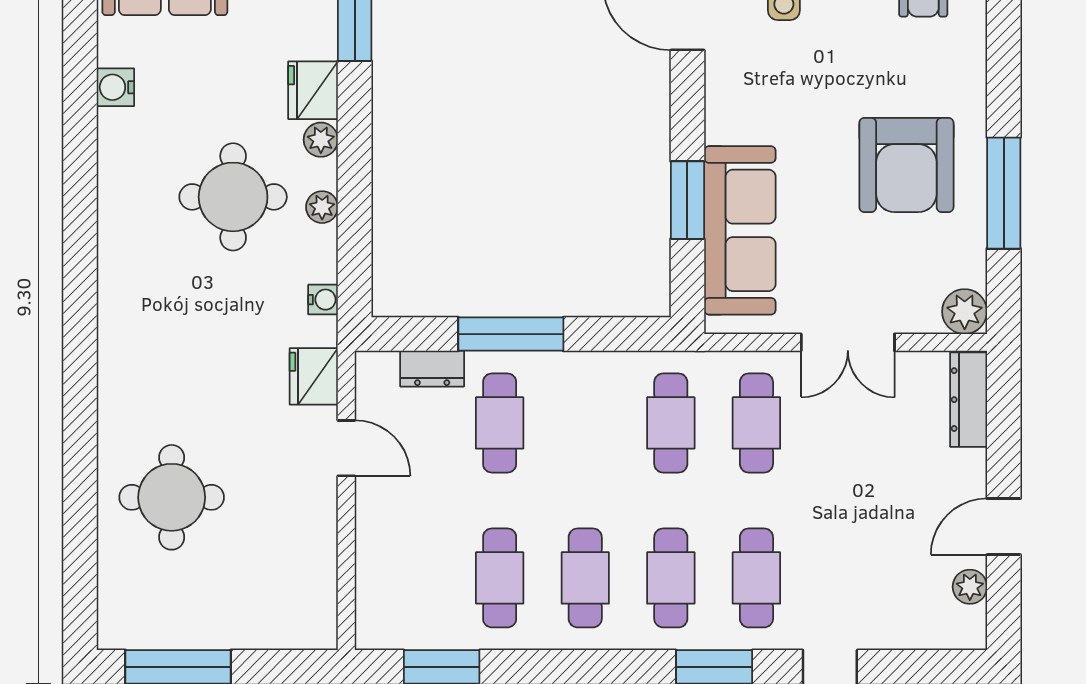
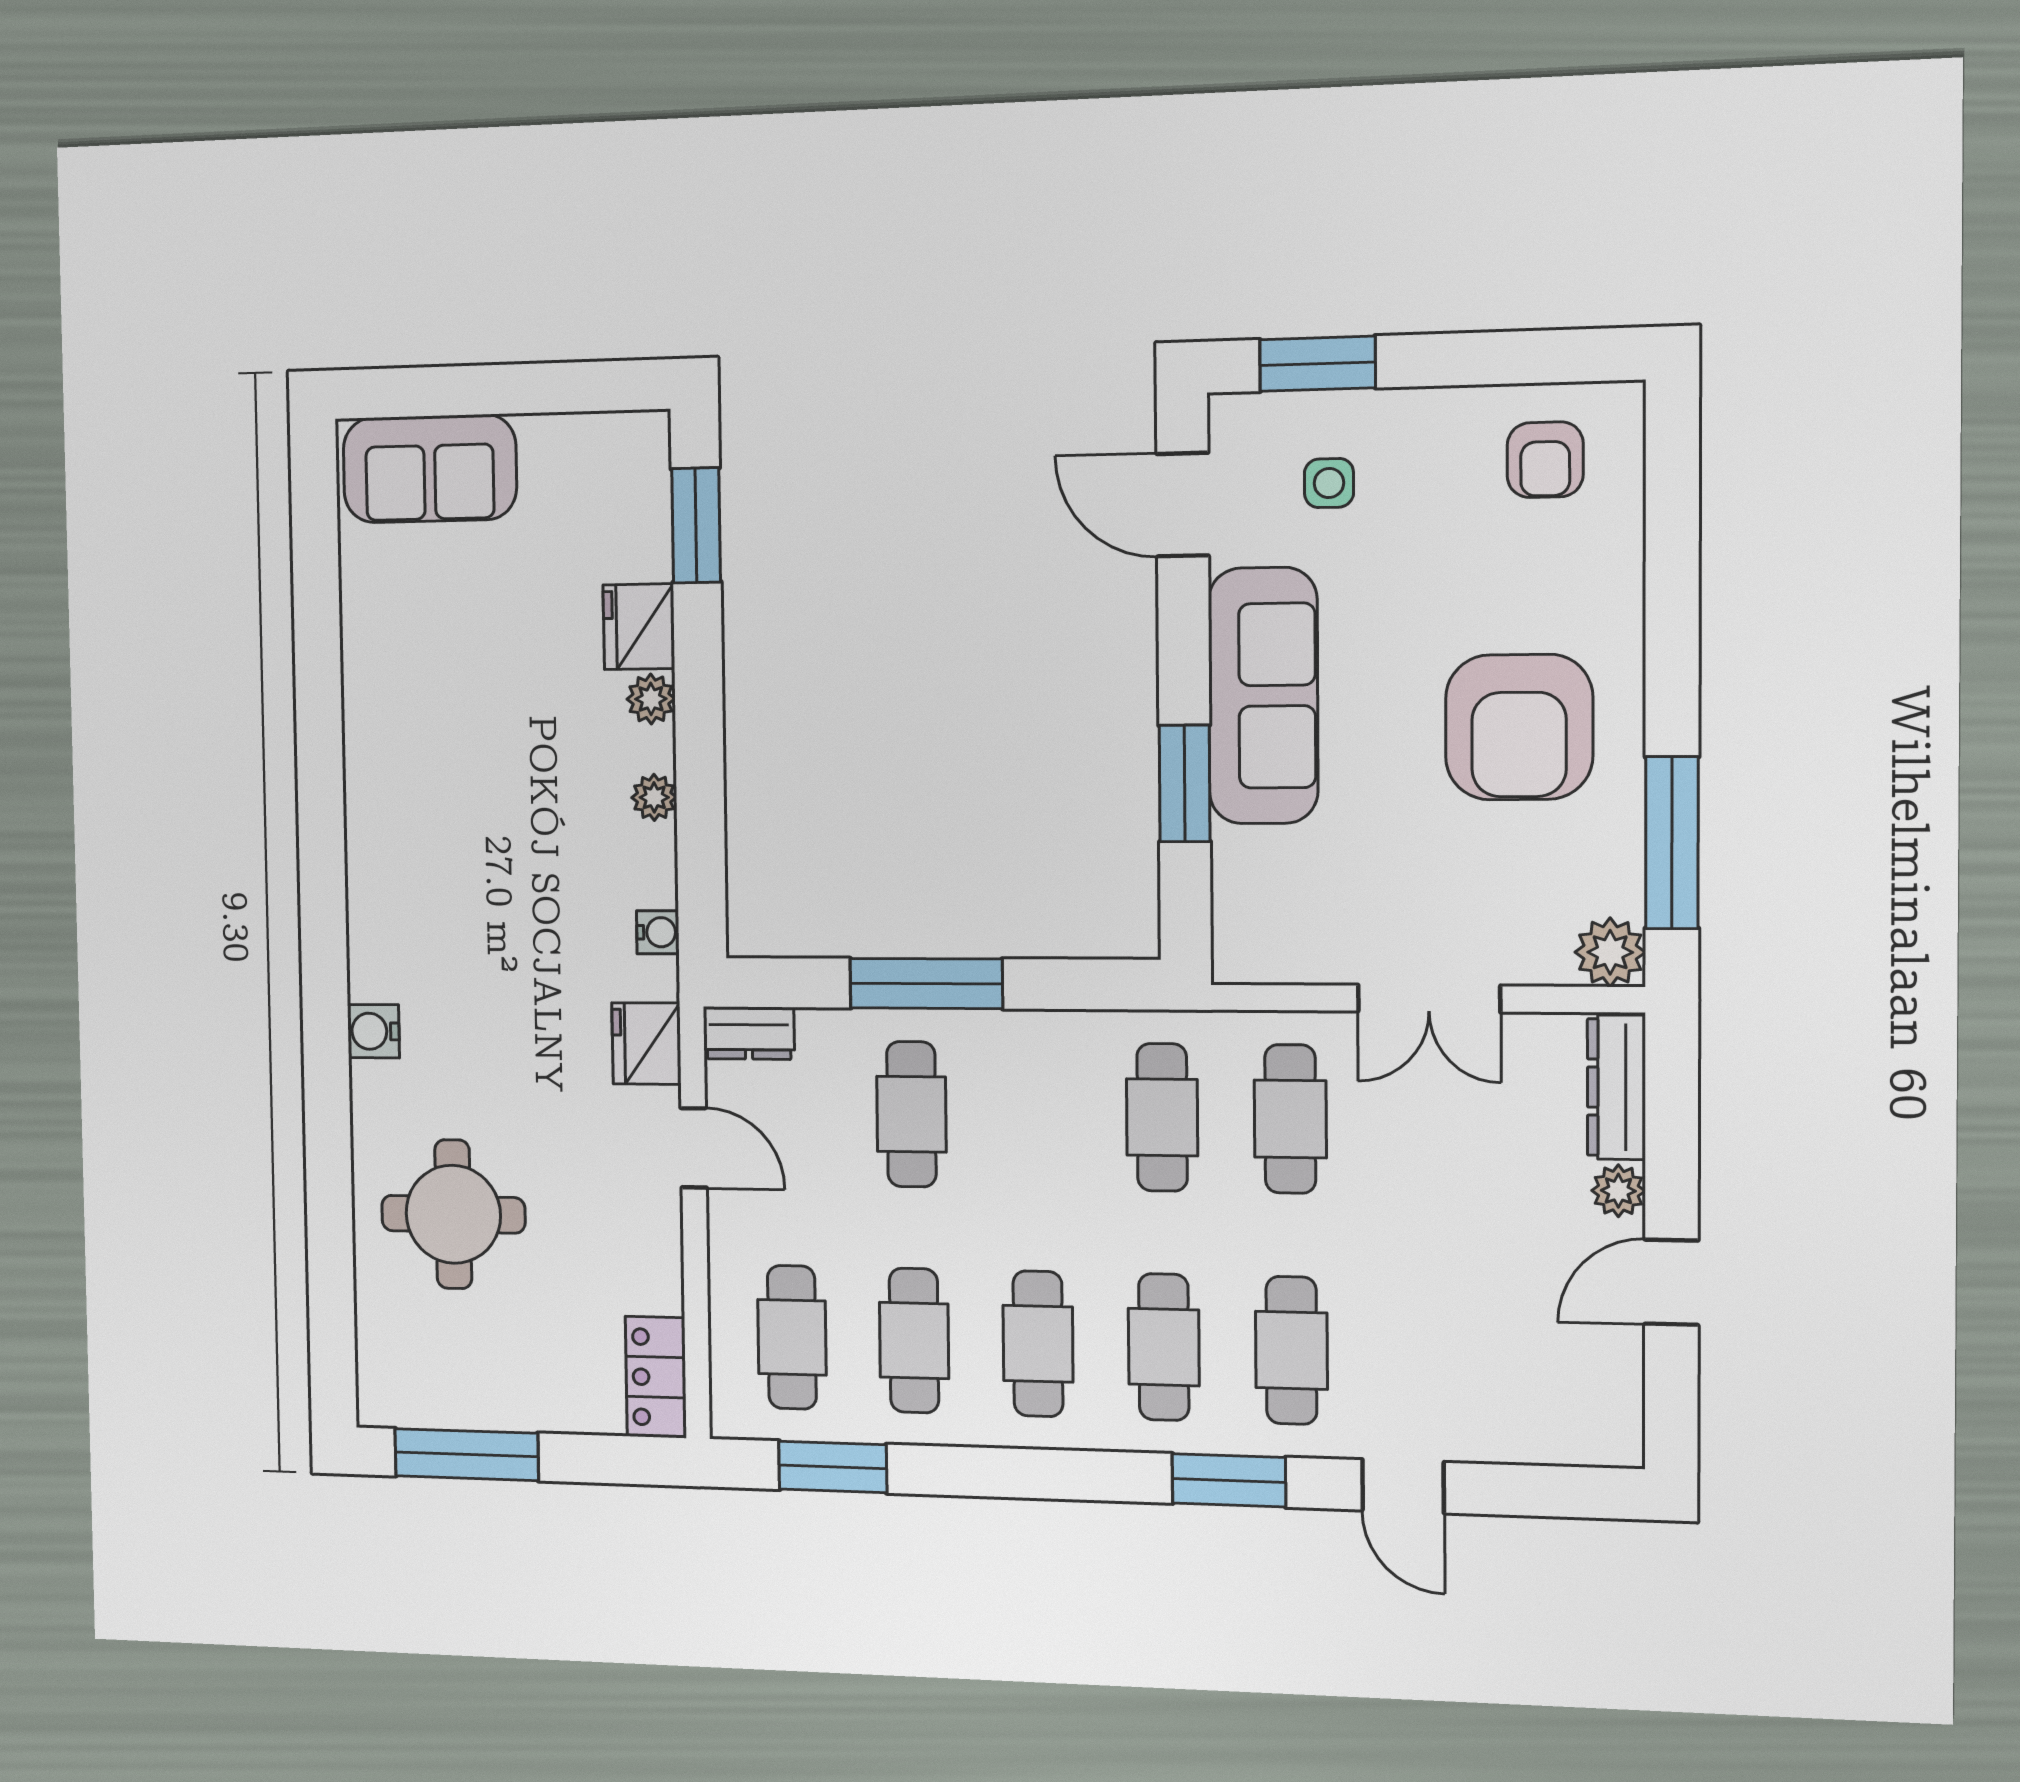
water cooler: (115, 87) -> (373, 1031), moved
window: (1004, 193) -> (1672, 843), moved
round table: (233, 197) -> (530, 783), removed
sofa: (740, 230) -> (1263, 696), moved
dresser: (432, 369) -> (749, 1033), moved
cafe table: (414, 578) -> (792, 1337), added
plant: (970, 587) -> (1618, 1191), moved
locker: (317, 608) -> (656, 1377), added

